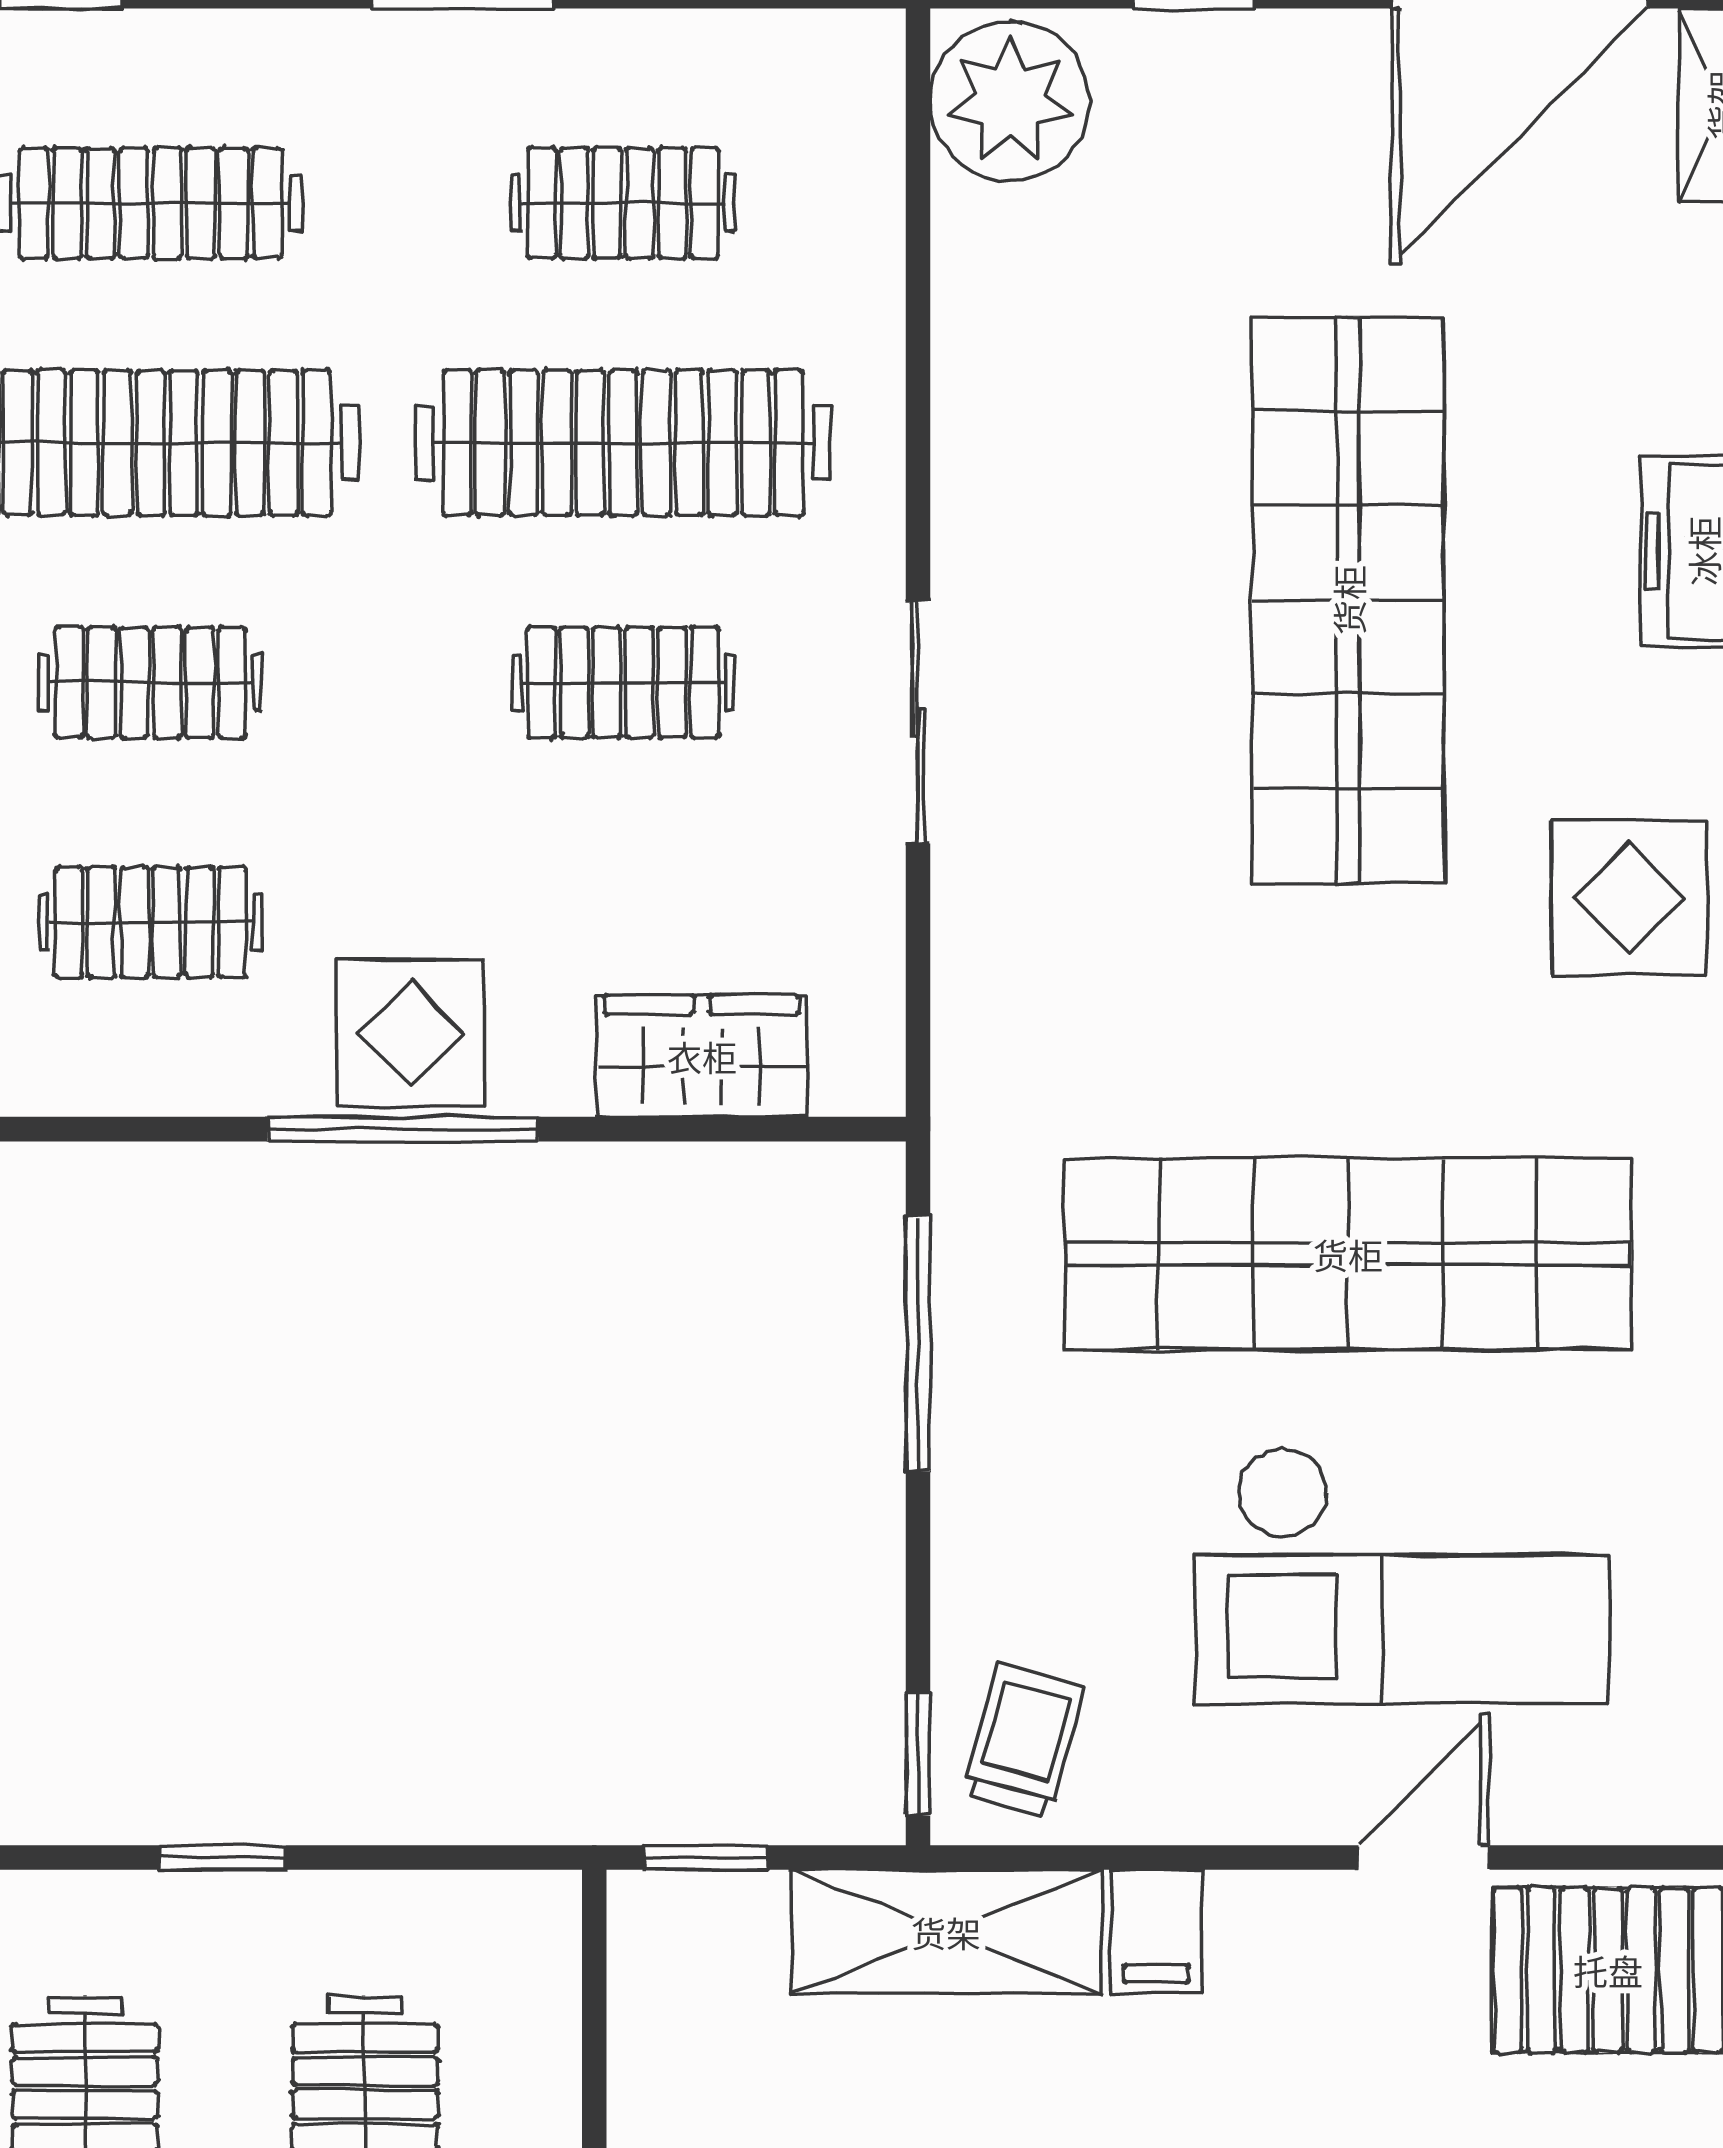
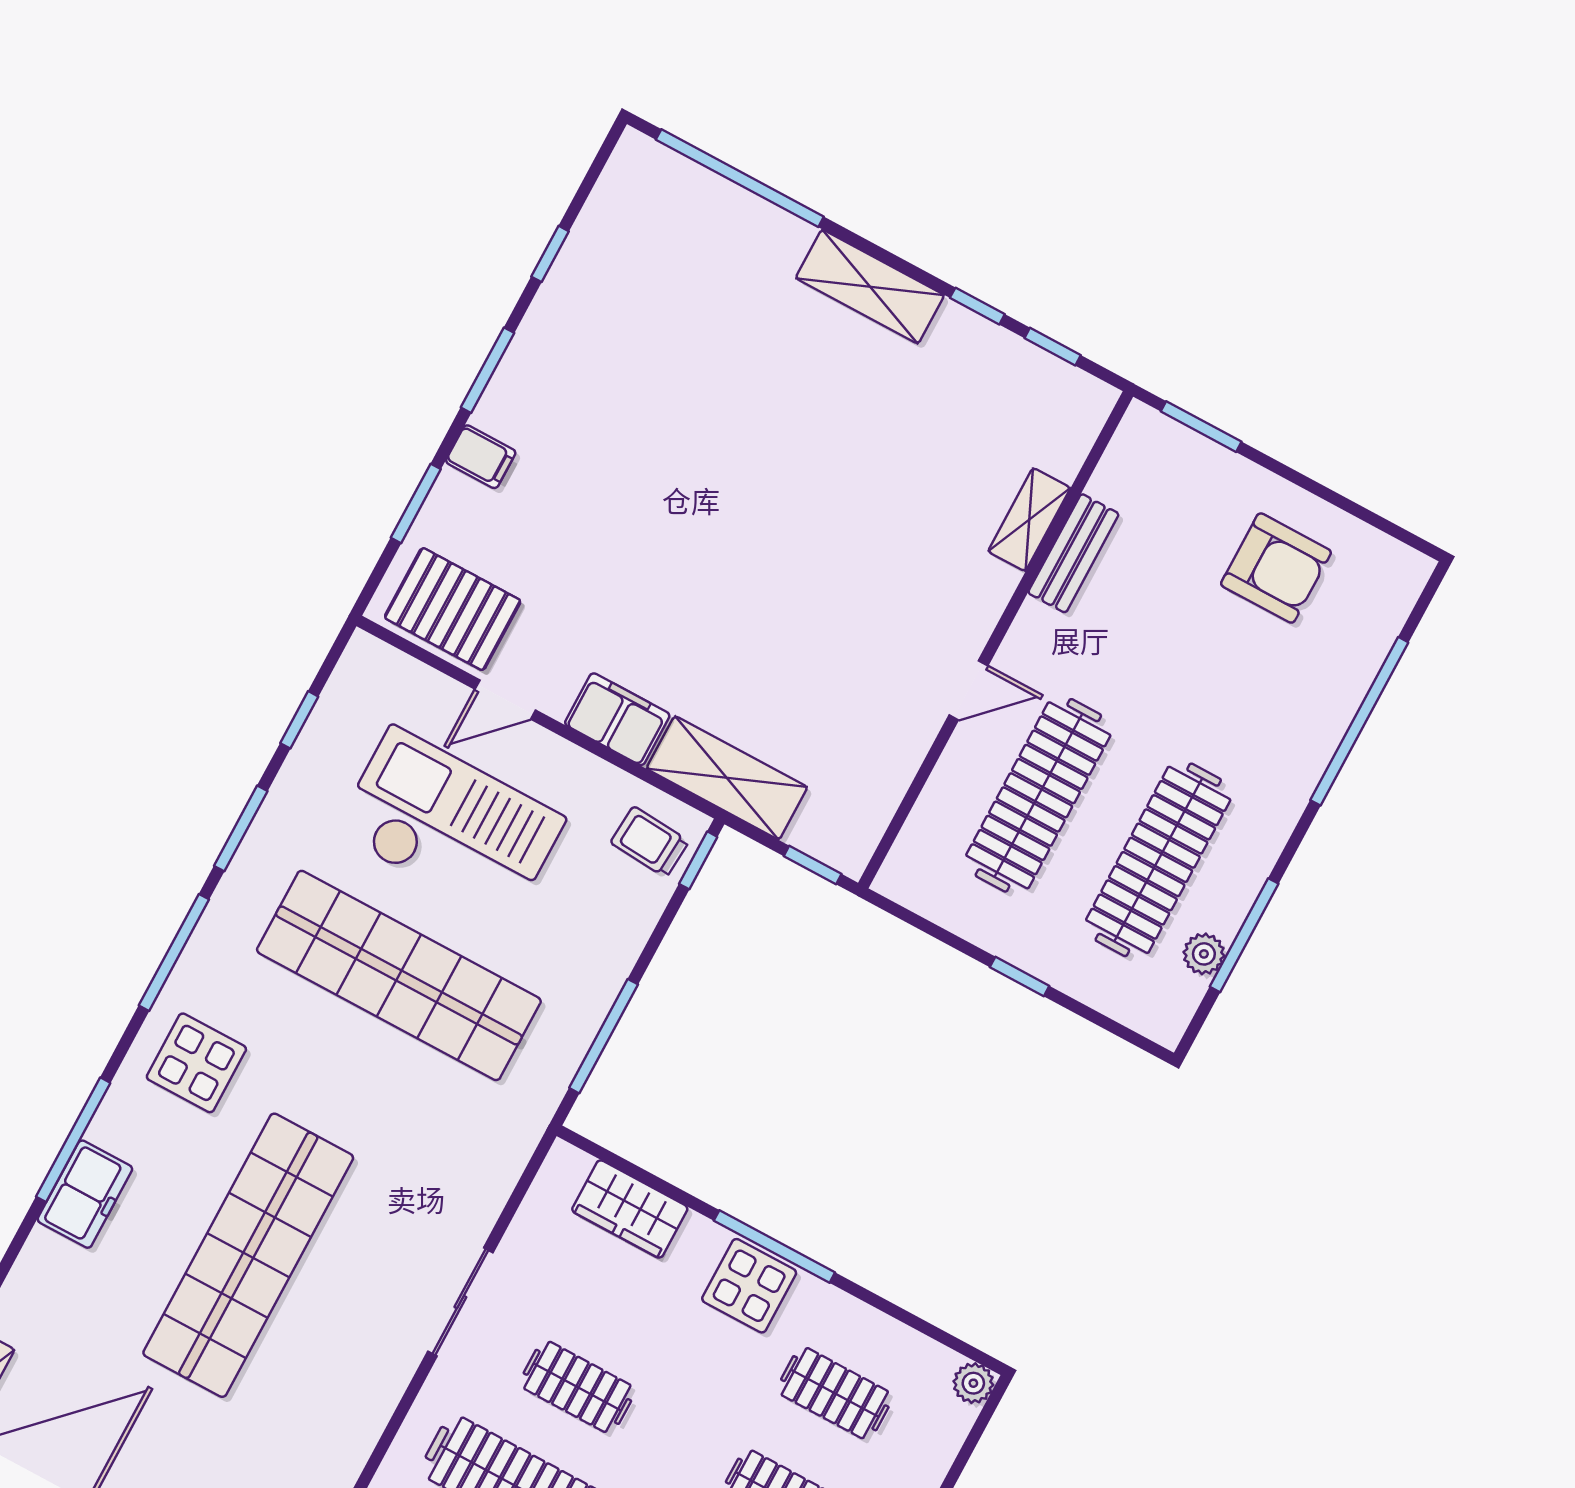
trolley: (1024, 1741) -> (650, 842), turned 79
filing cabinet: (1156, 1931) -> (617, 719), width x2.00

